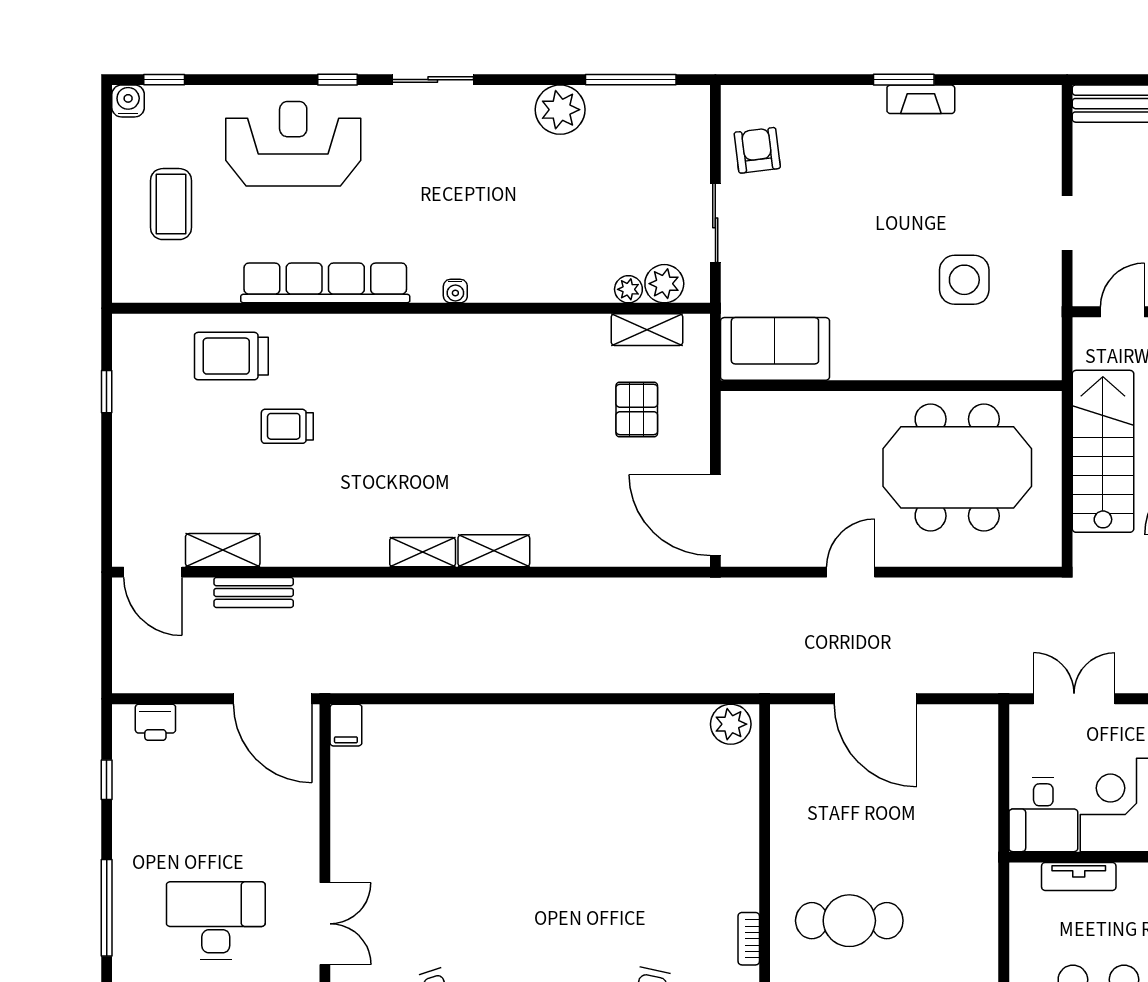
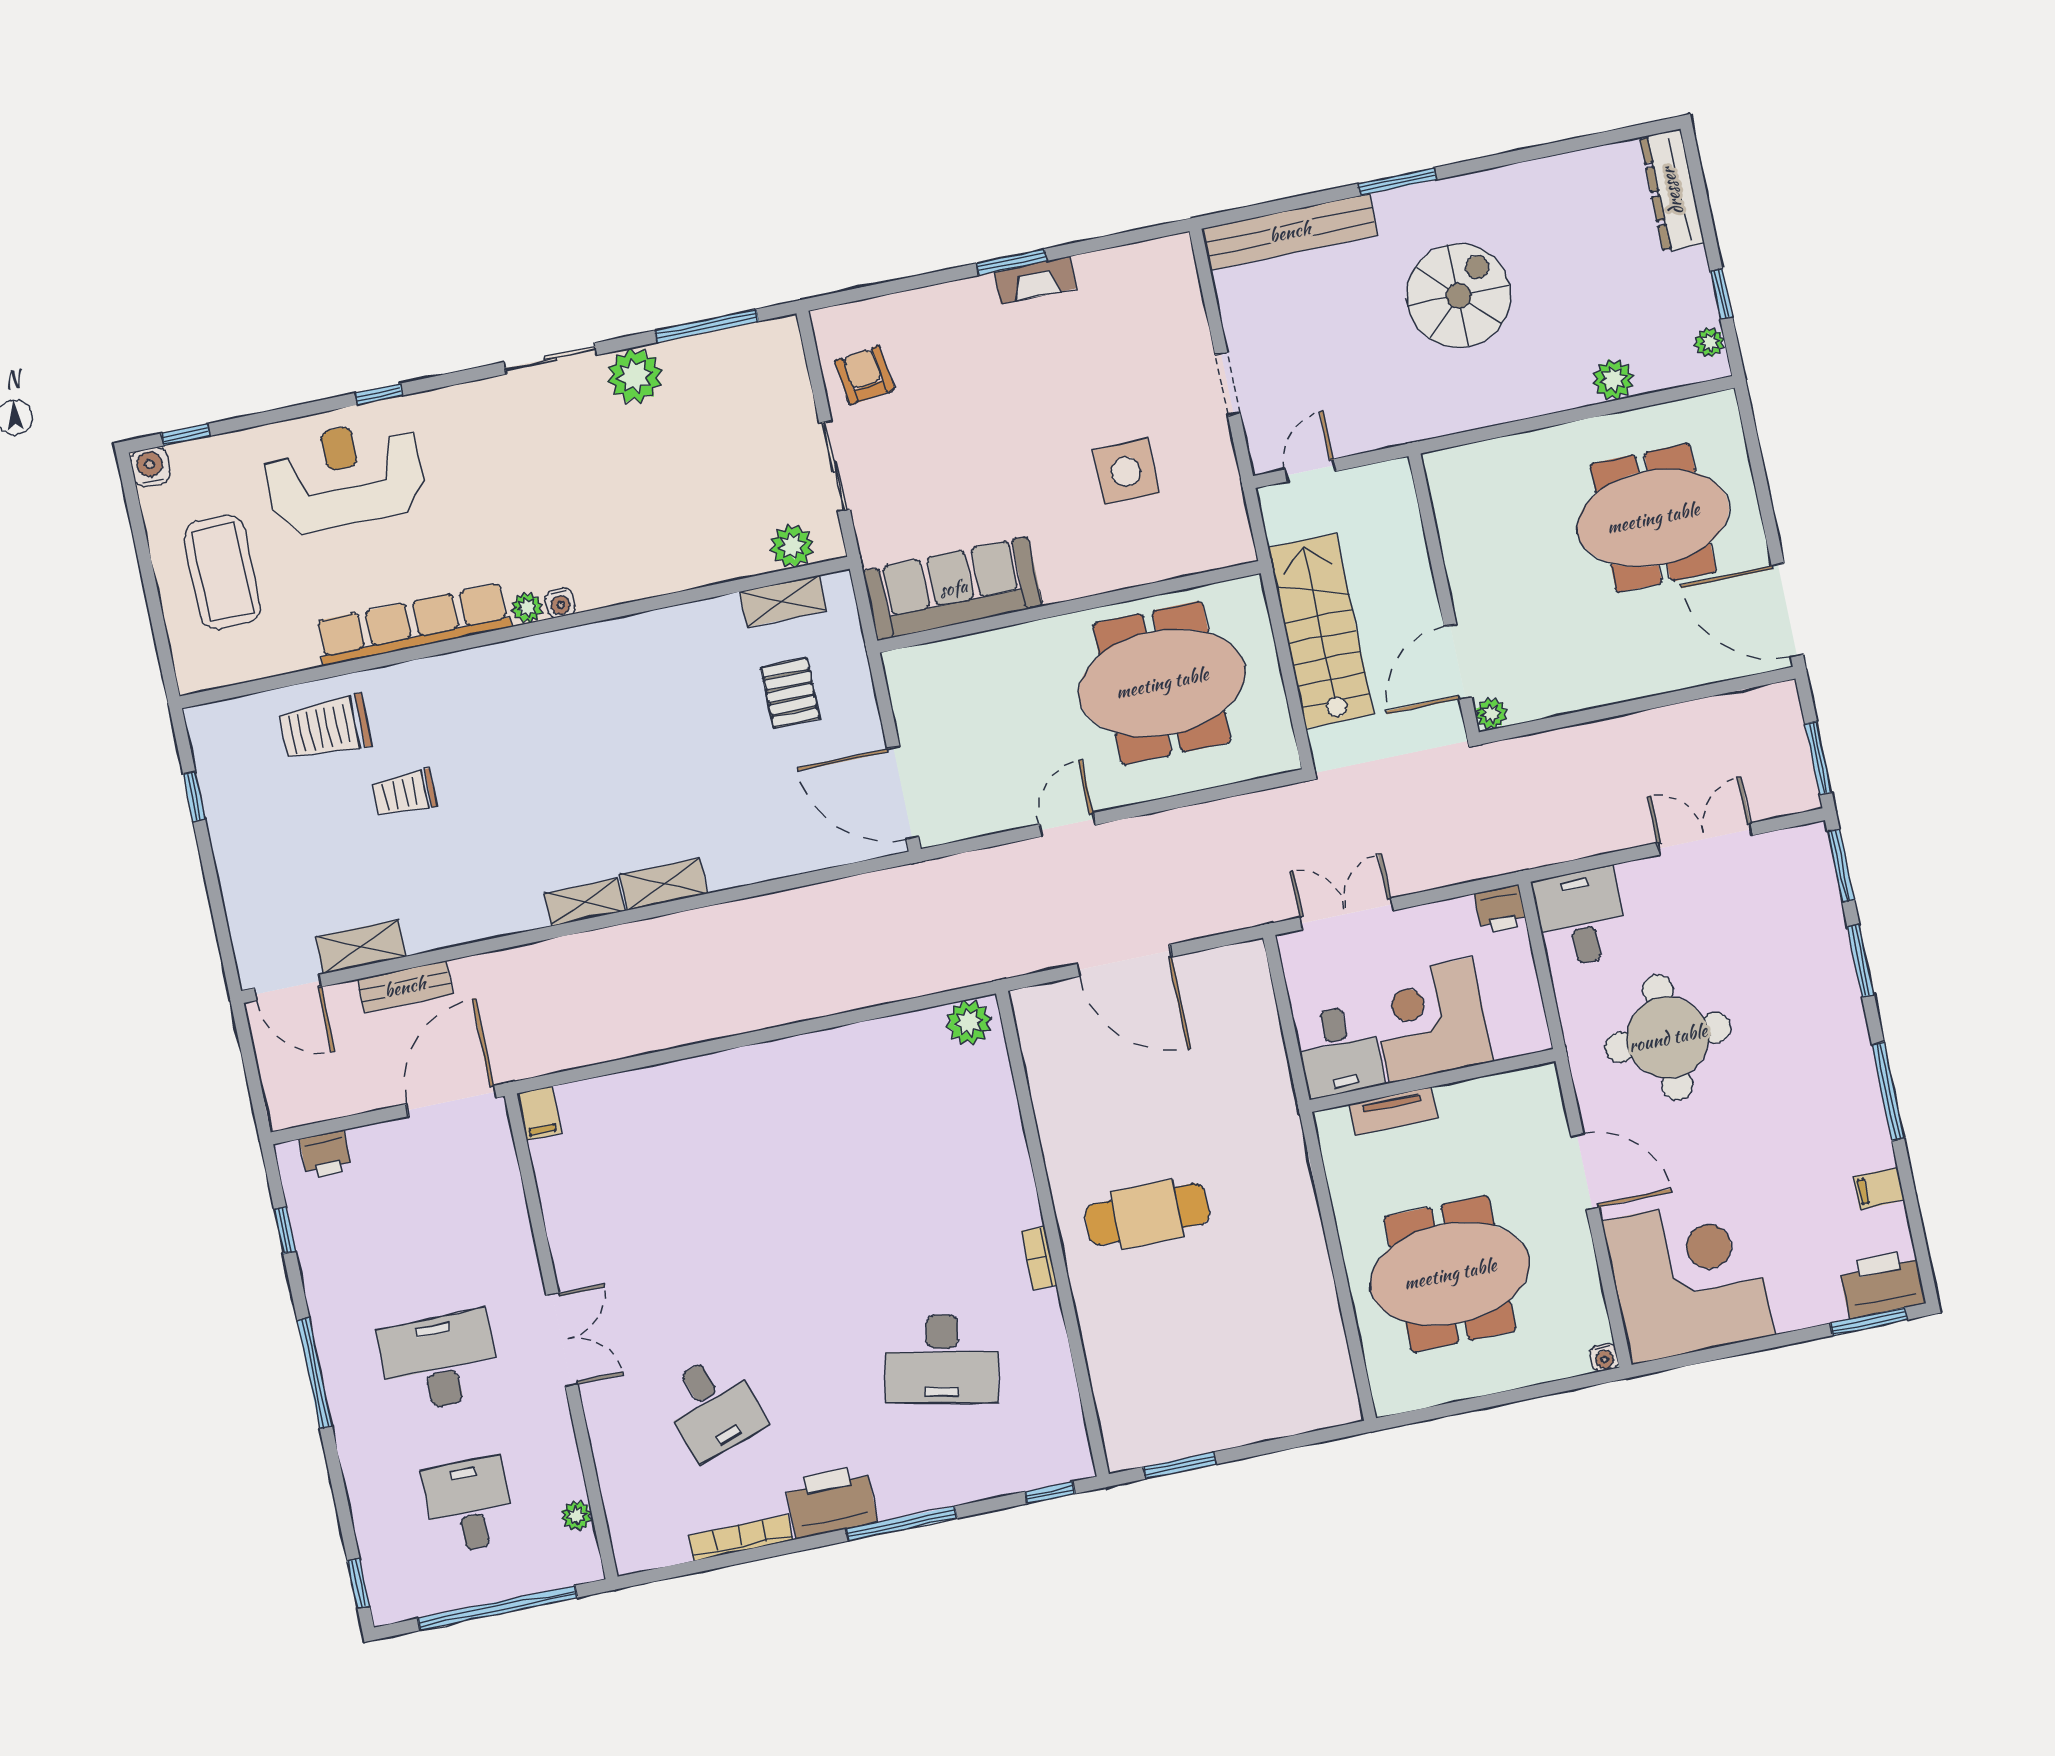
sliding door: (433, 80) -> (550, 358), moved
coffee table: (171, 204) -> (222, 572), width x1.36, depth x1.32
plant: (628, 289) -> (527, 608), moved
sofa: (775, 349) -> (953, 588), width x1.36
door: (273, 699) -> (451, 1101), swing flipped

